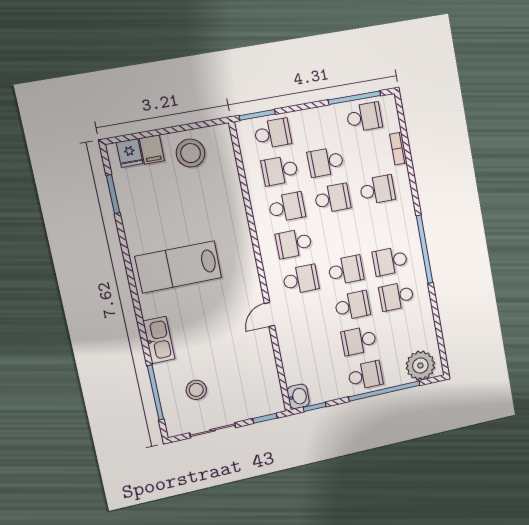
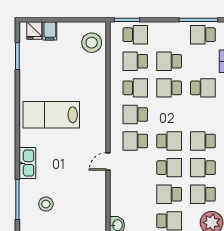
school desk: (364, 117) -> (203, 35), turned 180
stool: (191, 153) -> (92, 43), moved
school desk: (332, 198) -> (169, 88), turned 180
school desk: (301, 279) -> (135, 141), turned 180
school desk: (403, 331) -> (203, 194), added

